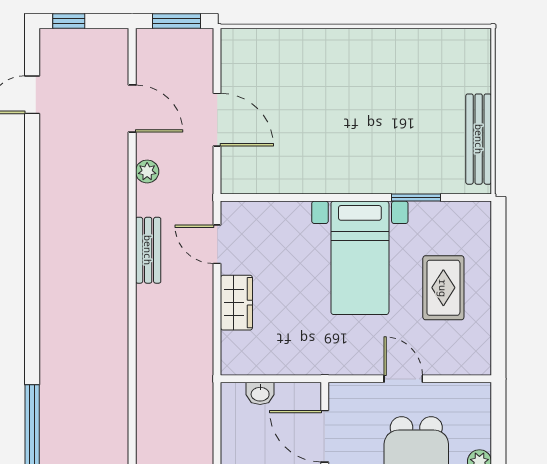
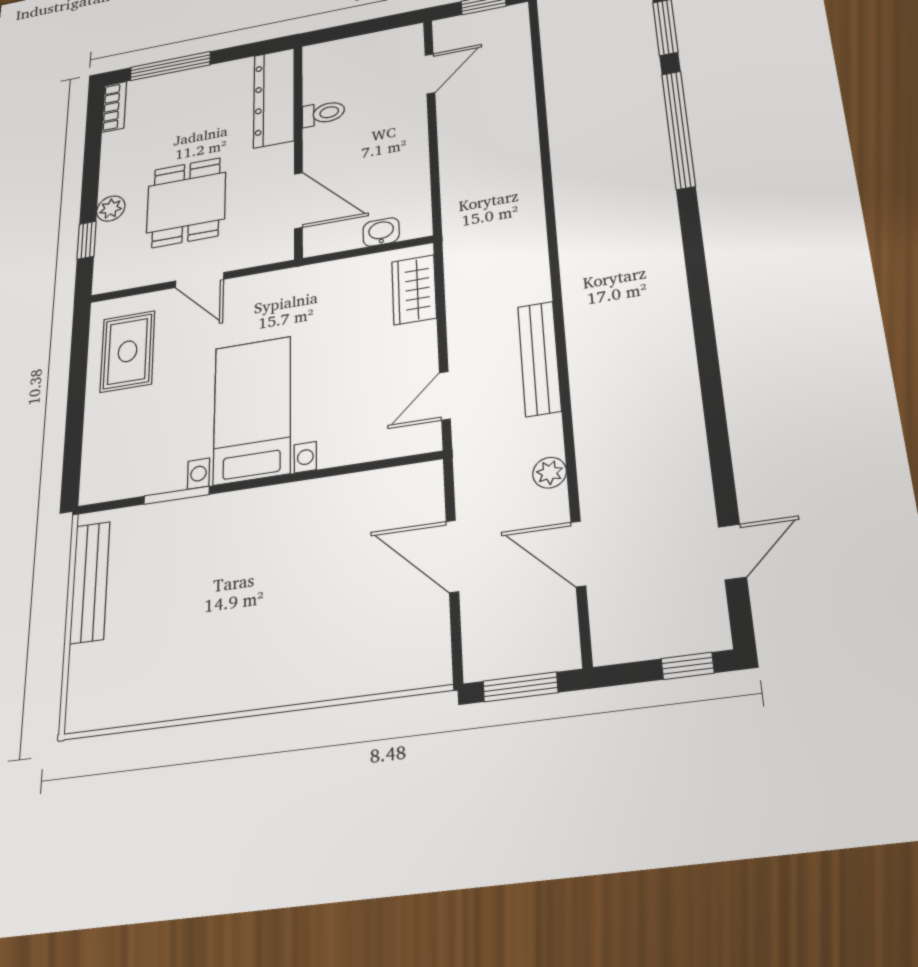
door: (217, 244) -> (445, 396), swing flipped
bench: (148, 250) -> (539, 358), width x1.36
rug: (443, 288) -> (128, 351), moved
wardrobe: (236, 303) -> (414, 290), moved
window: (498, 435) -> (87, 240), added

